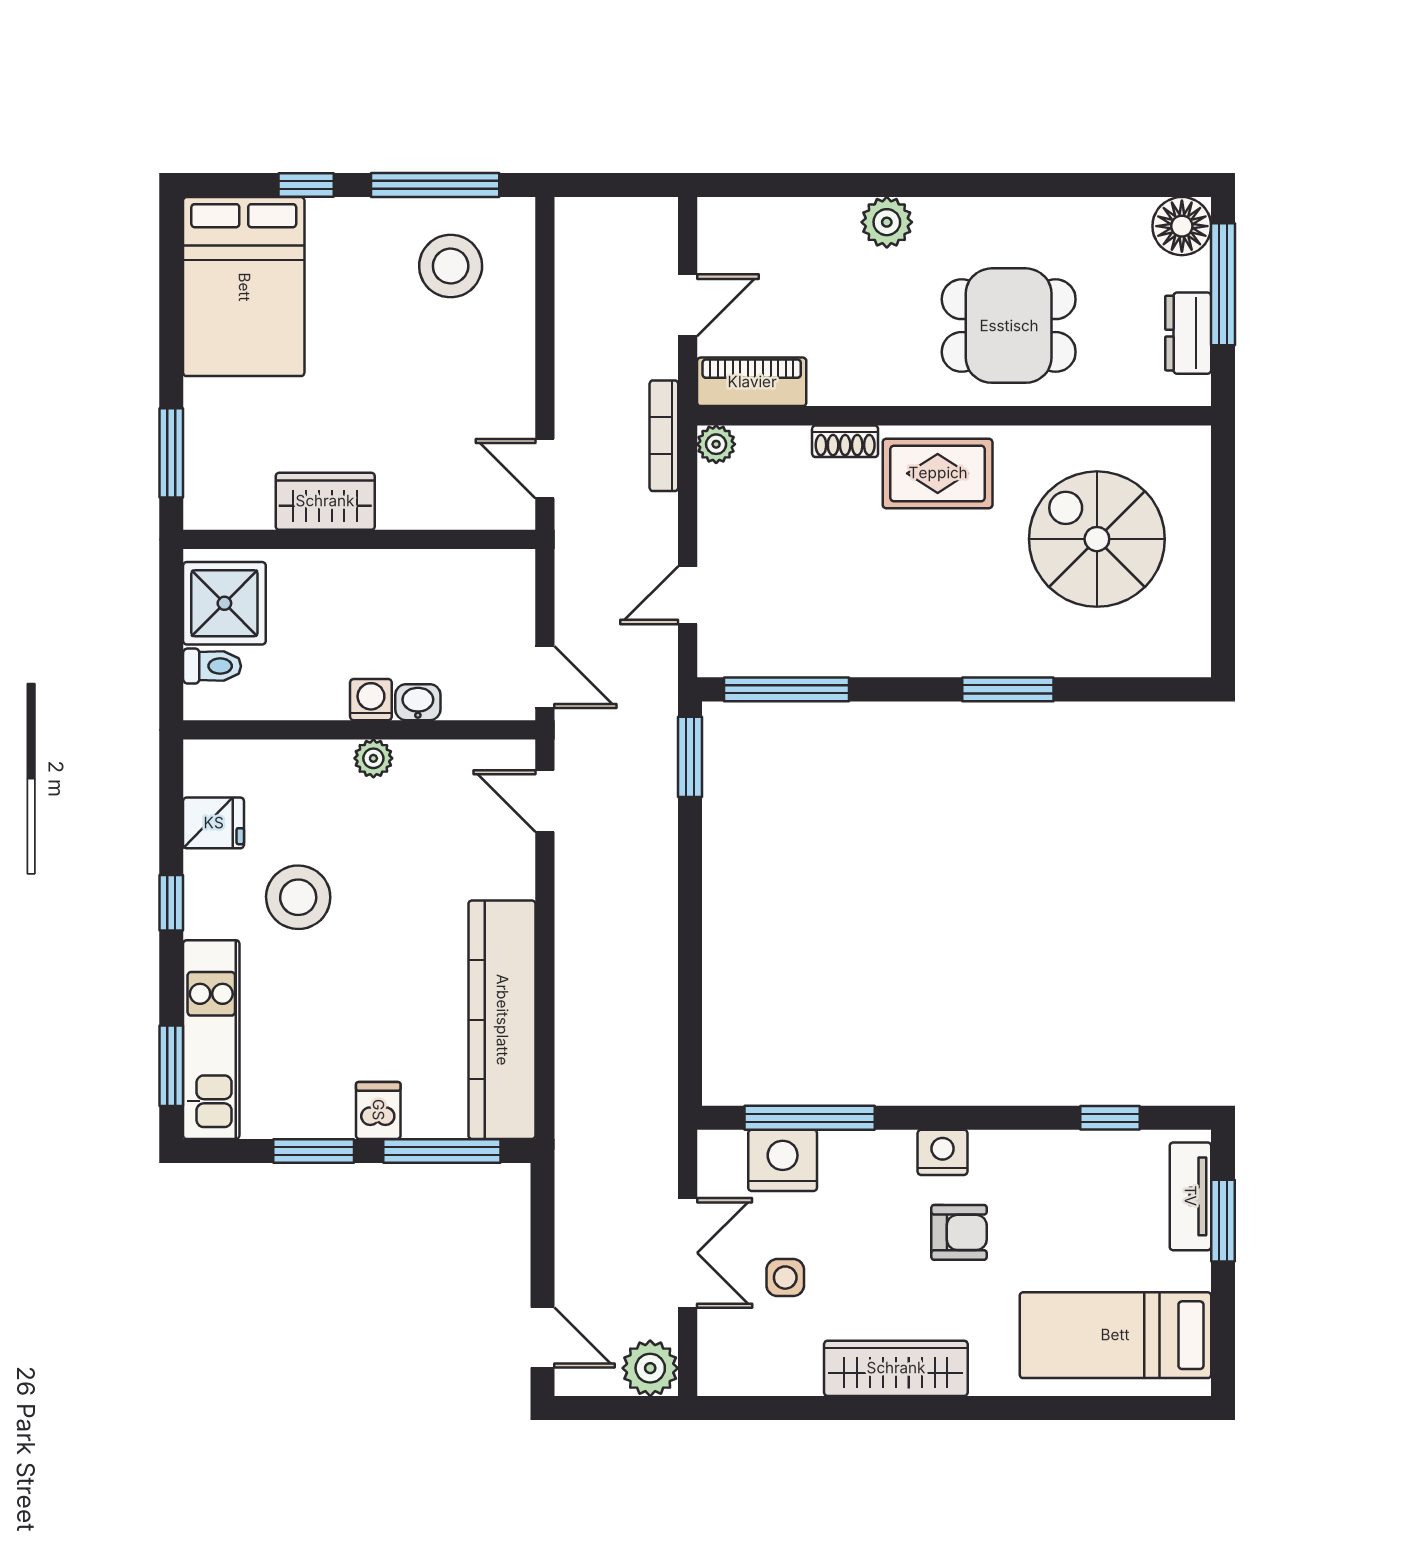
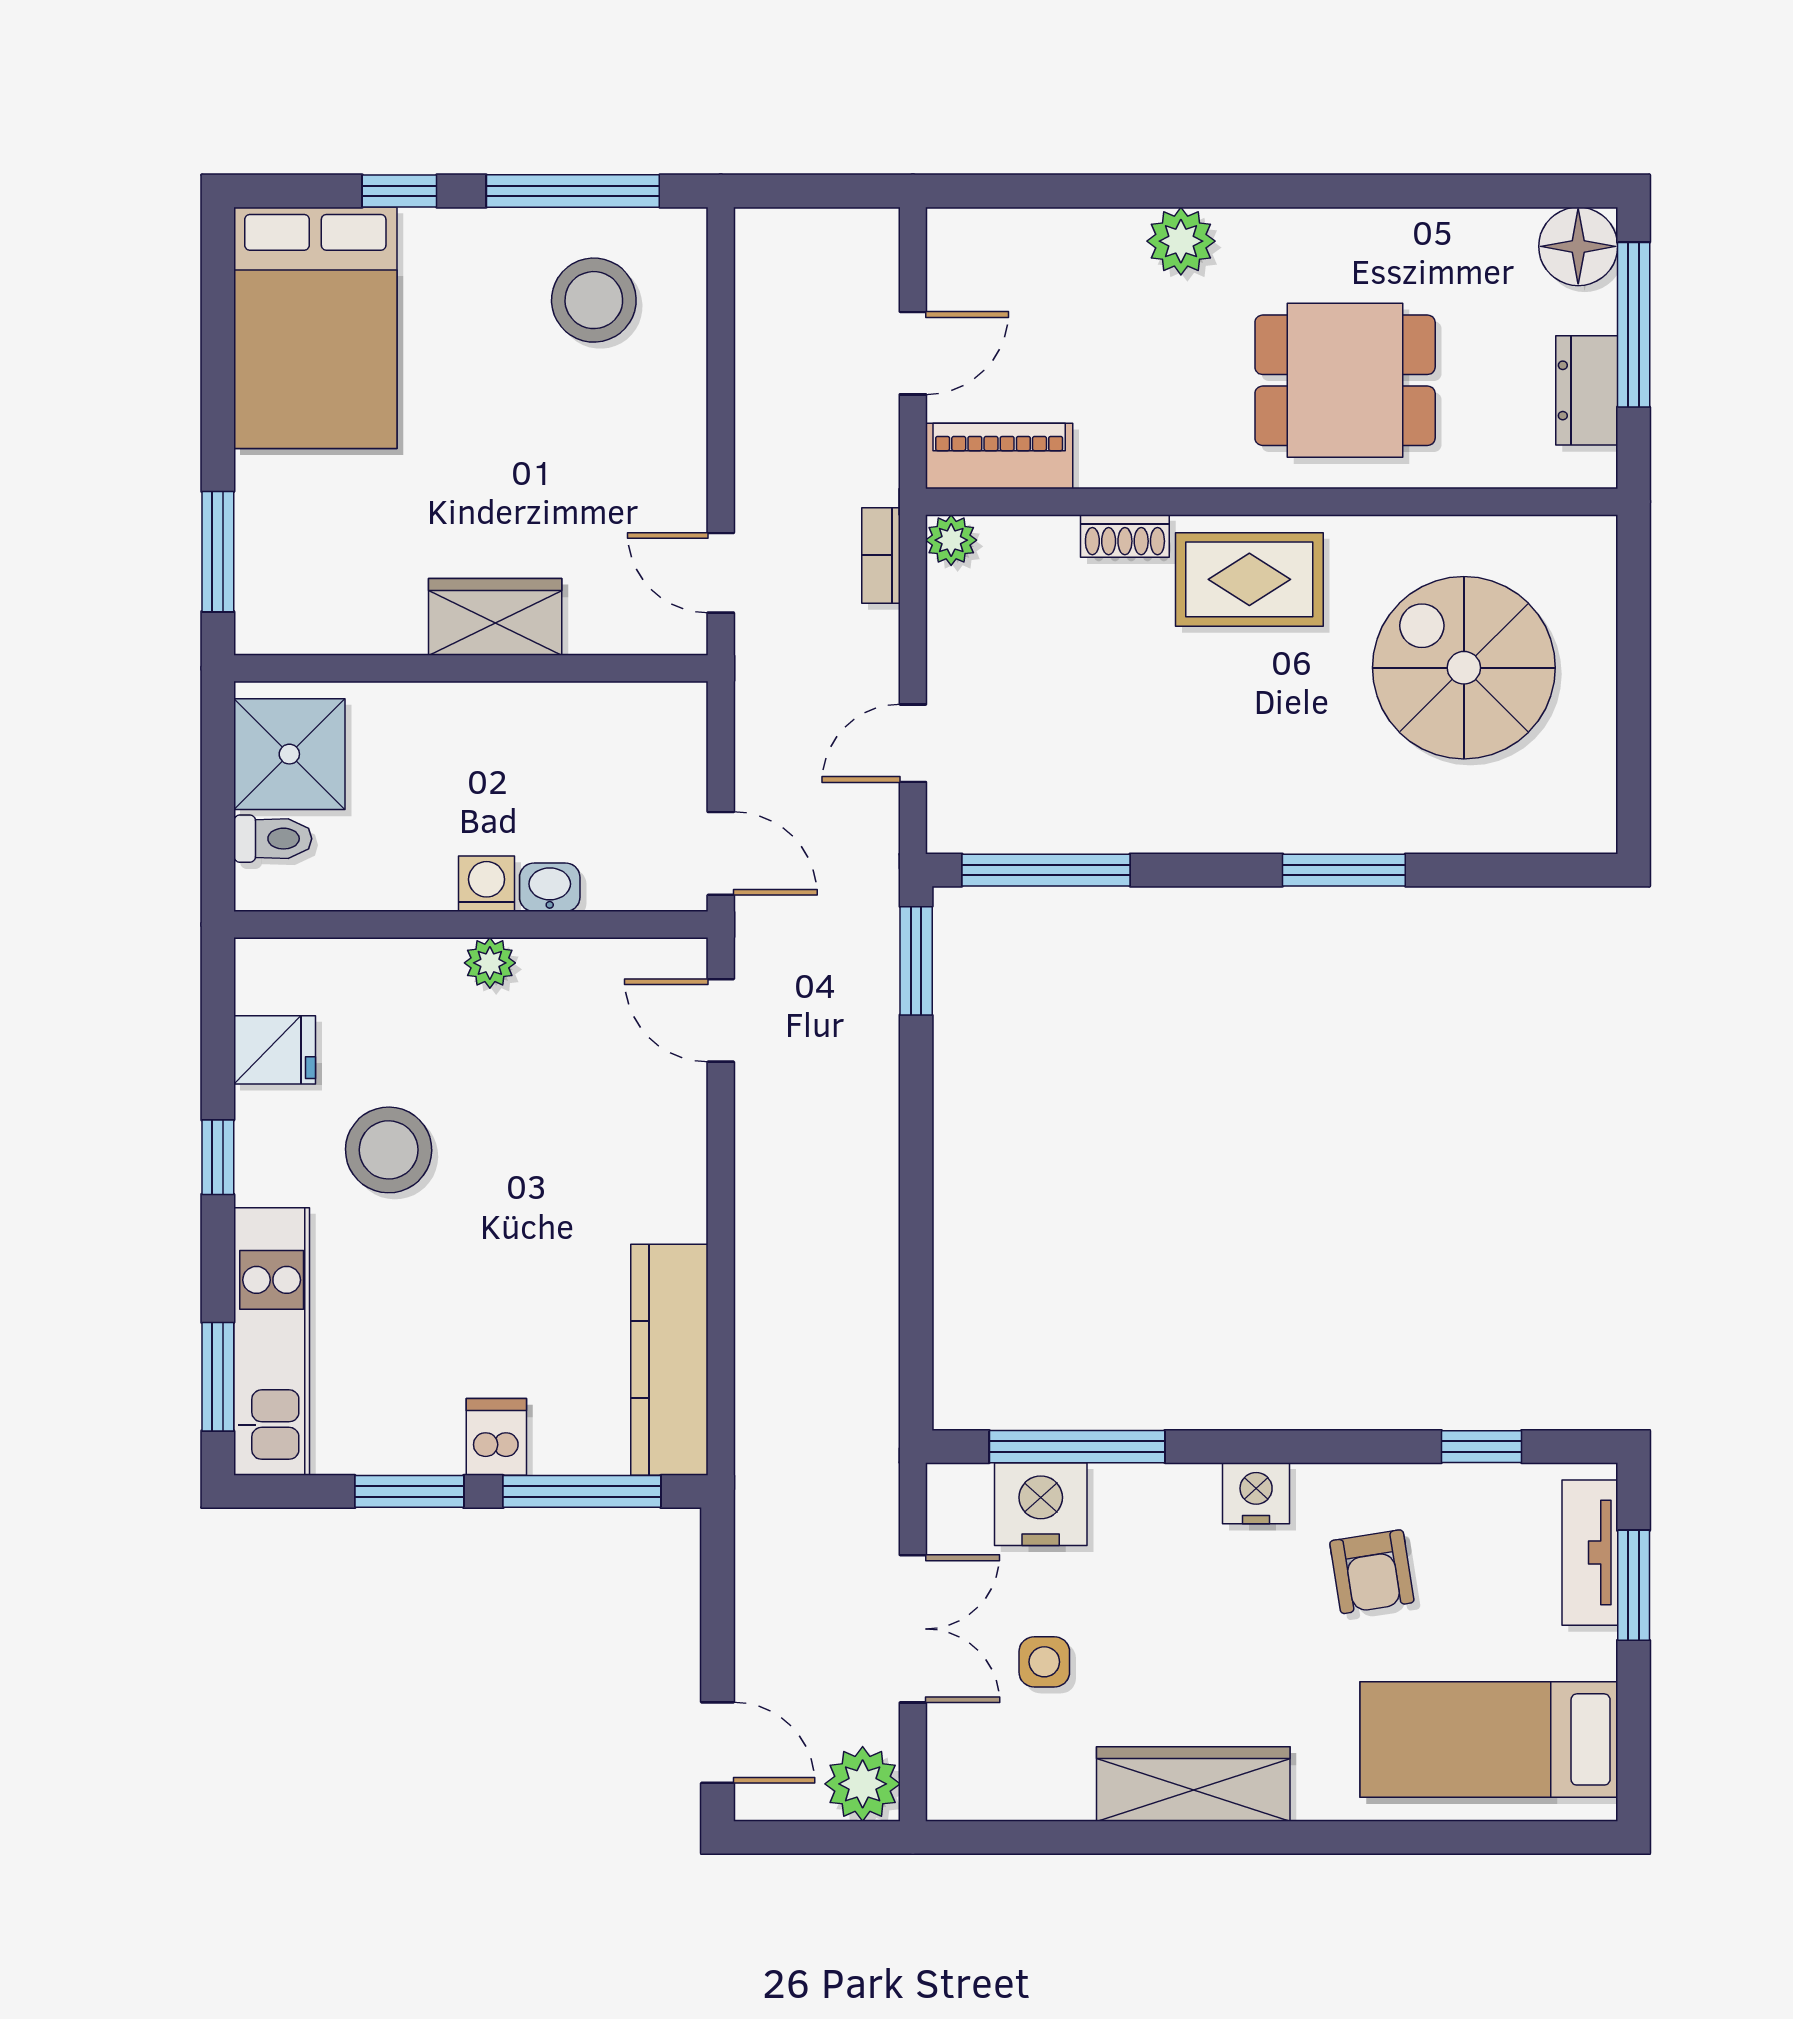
bookcase: (664, 436) -> (881, 555), width x0.64
wardrobe: (325, 501) -> (495, 617), moved
kitchen counter: (502, 1020) -> (669, 1360), width x0.72, depth x0.86
armchair: (959, 1232) -> (1372, 1572), moved, turned 81

